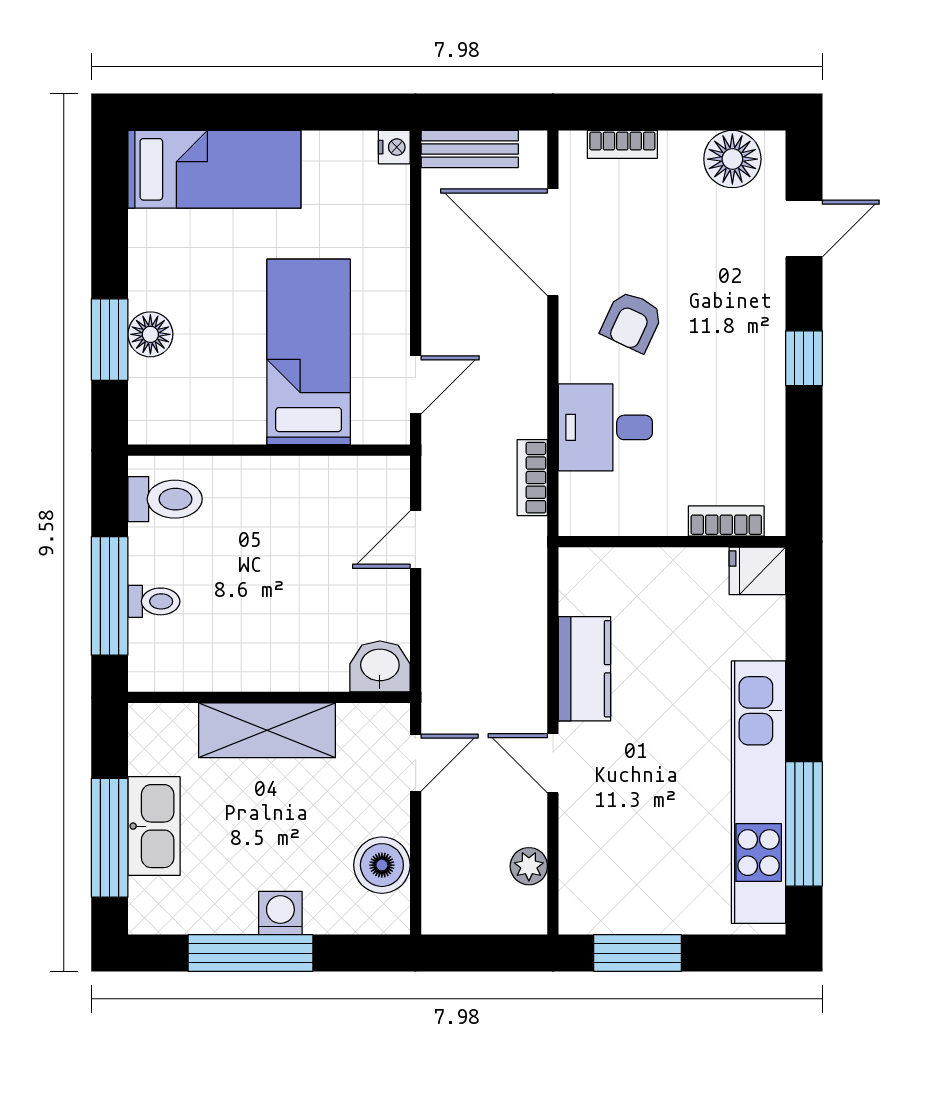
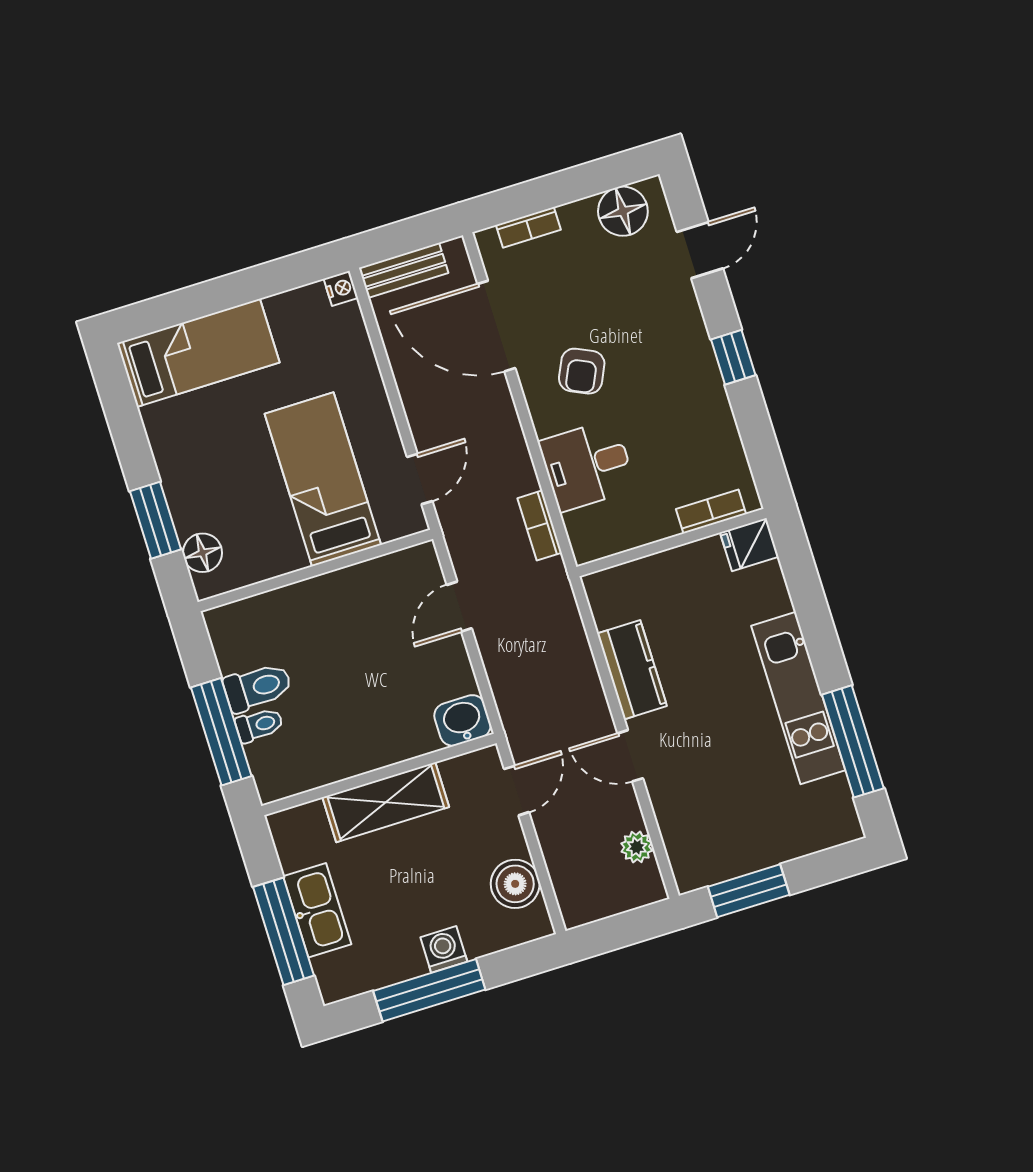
floor lamp: (150, 334) -> (202, 553), moved
toilet: (165, 499) -> (258, 687), moved
kitchen unit: (759, 792) -> (798, 698), width x0.73

